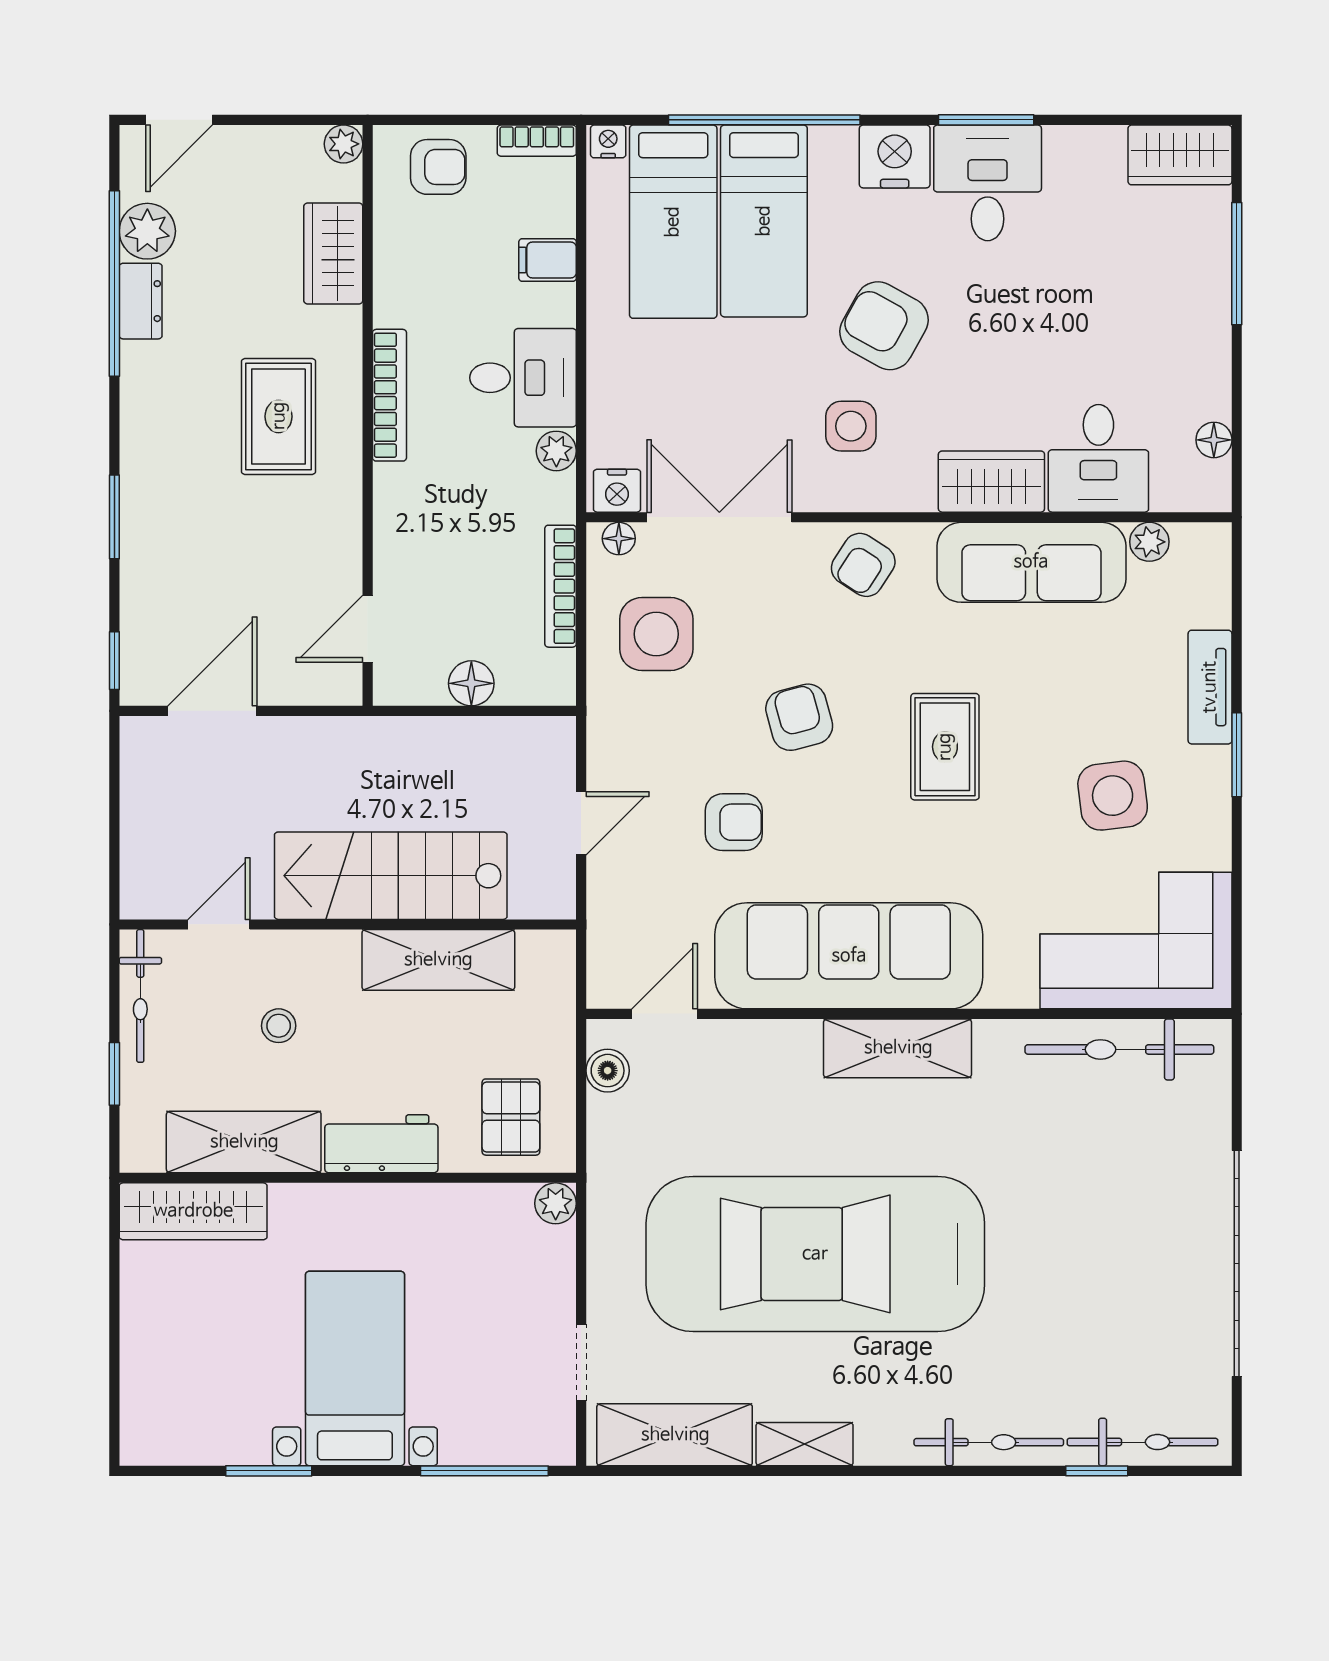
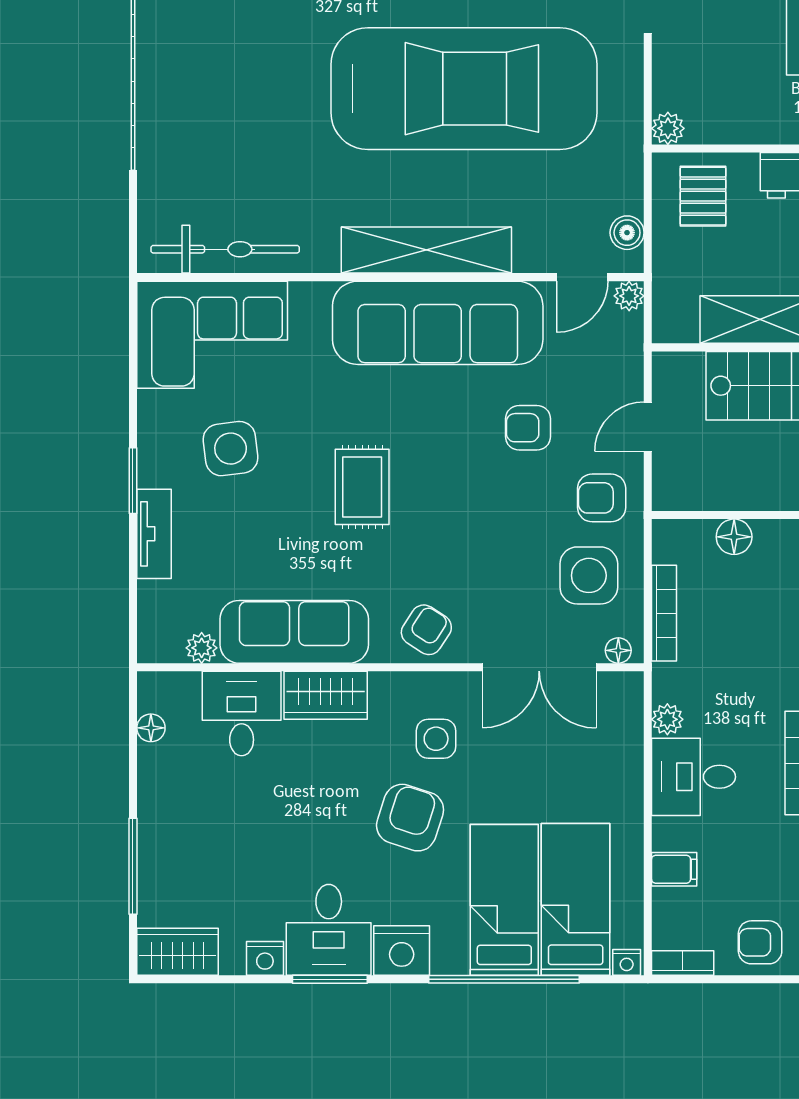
armchair: (884, 326) -> (410, 818), turned -101
nightstand: (617, 491) -> (265, 958), moved, turned 180
armchair: (799, 717) -> (602, 498), moved, turned 105
plant: (605, 990) -> (629, 296), added
shelving: (898, 1048) -> (426, 250), width x1.47

